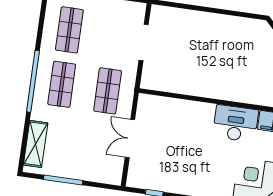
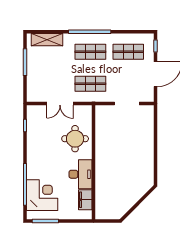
round table: (183, 124) -> (75, 139), added
double door: (130, 138) -> (60, 104), swing flipped

